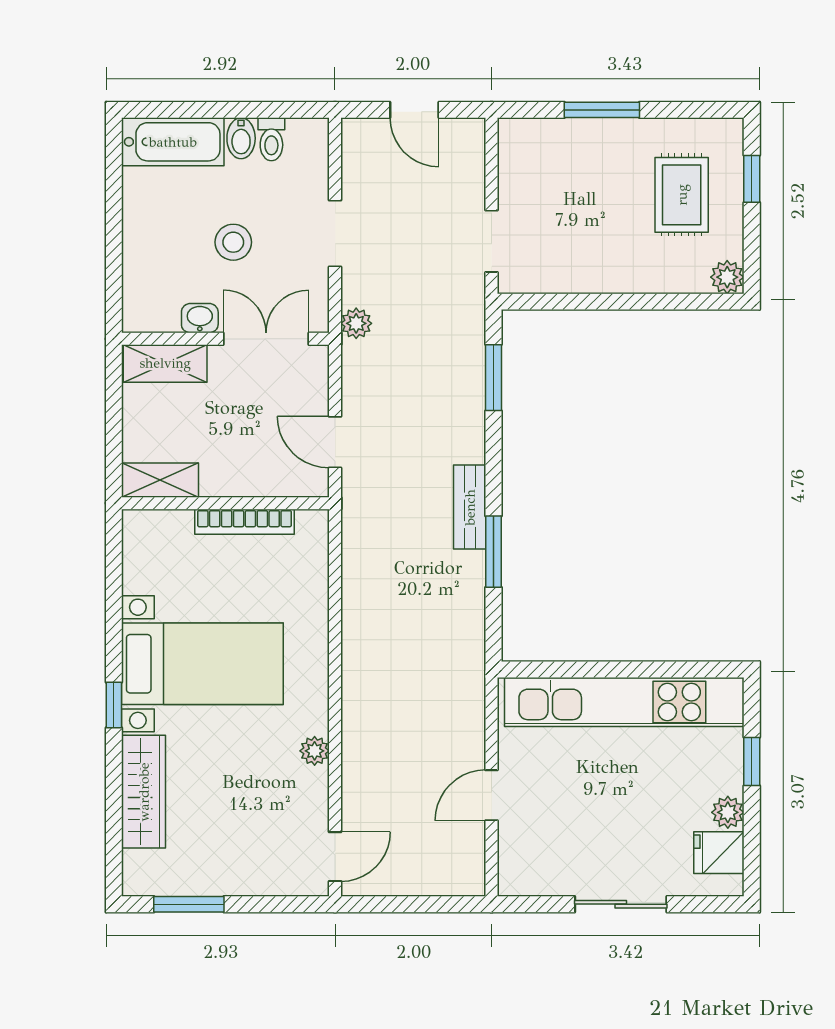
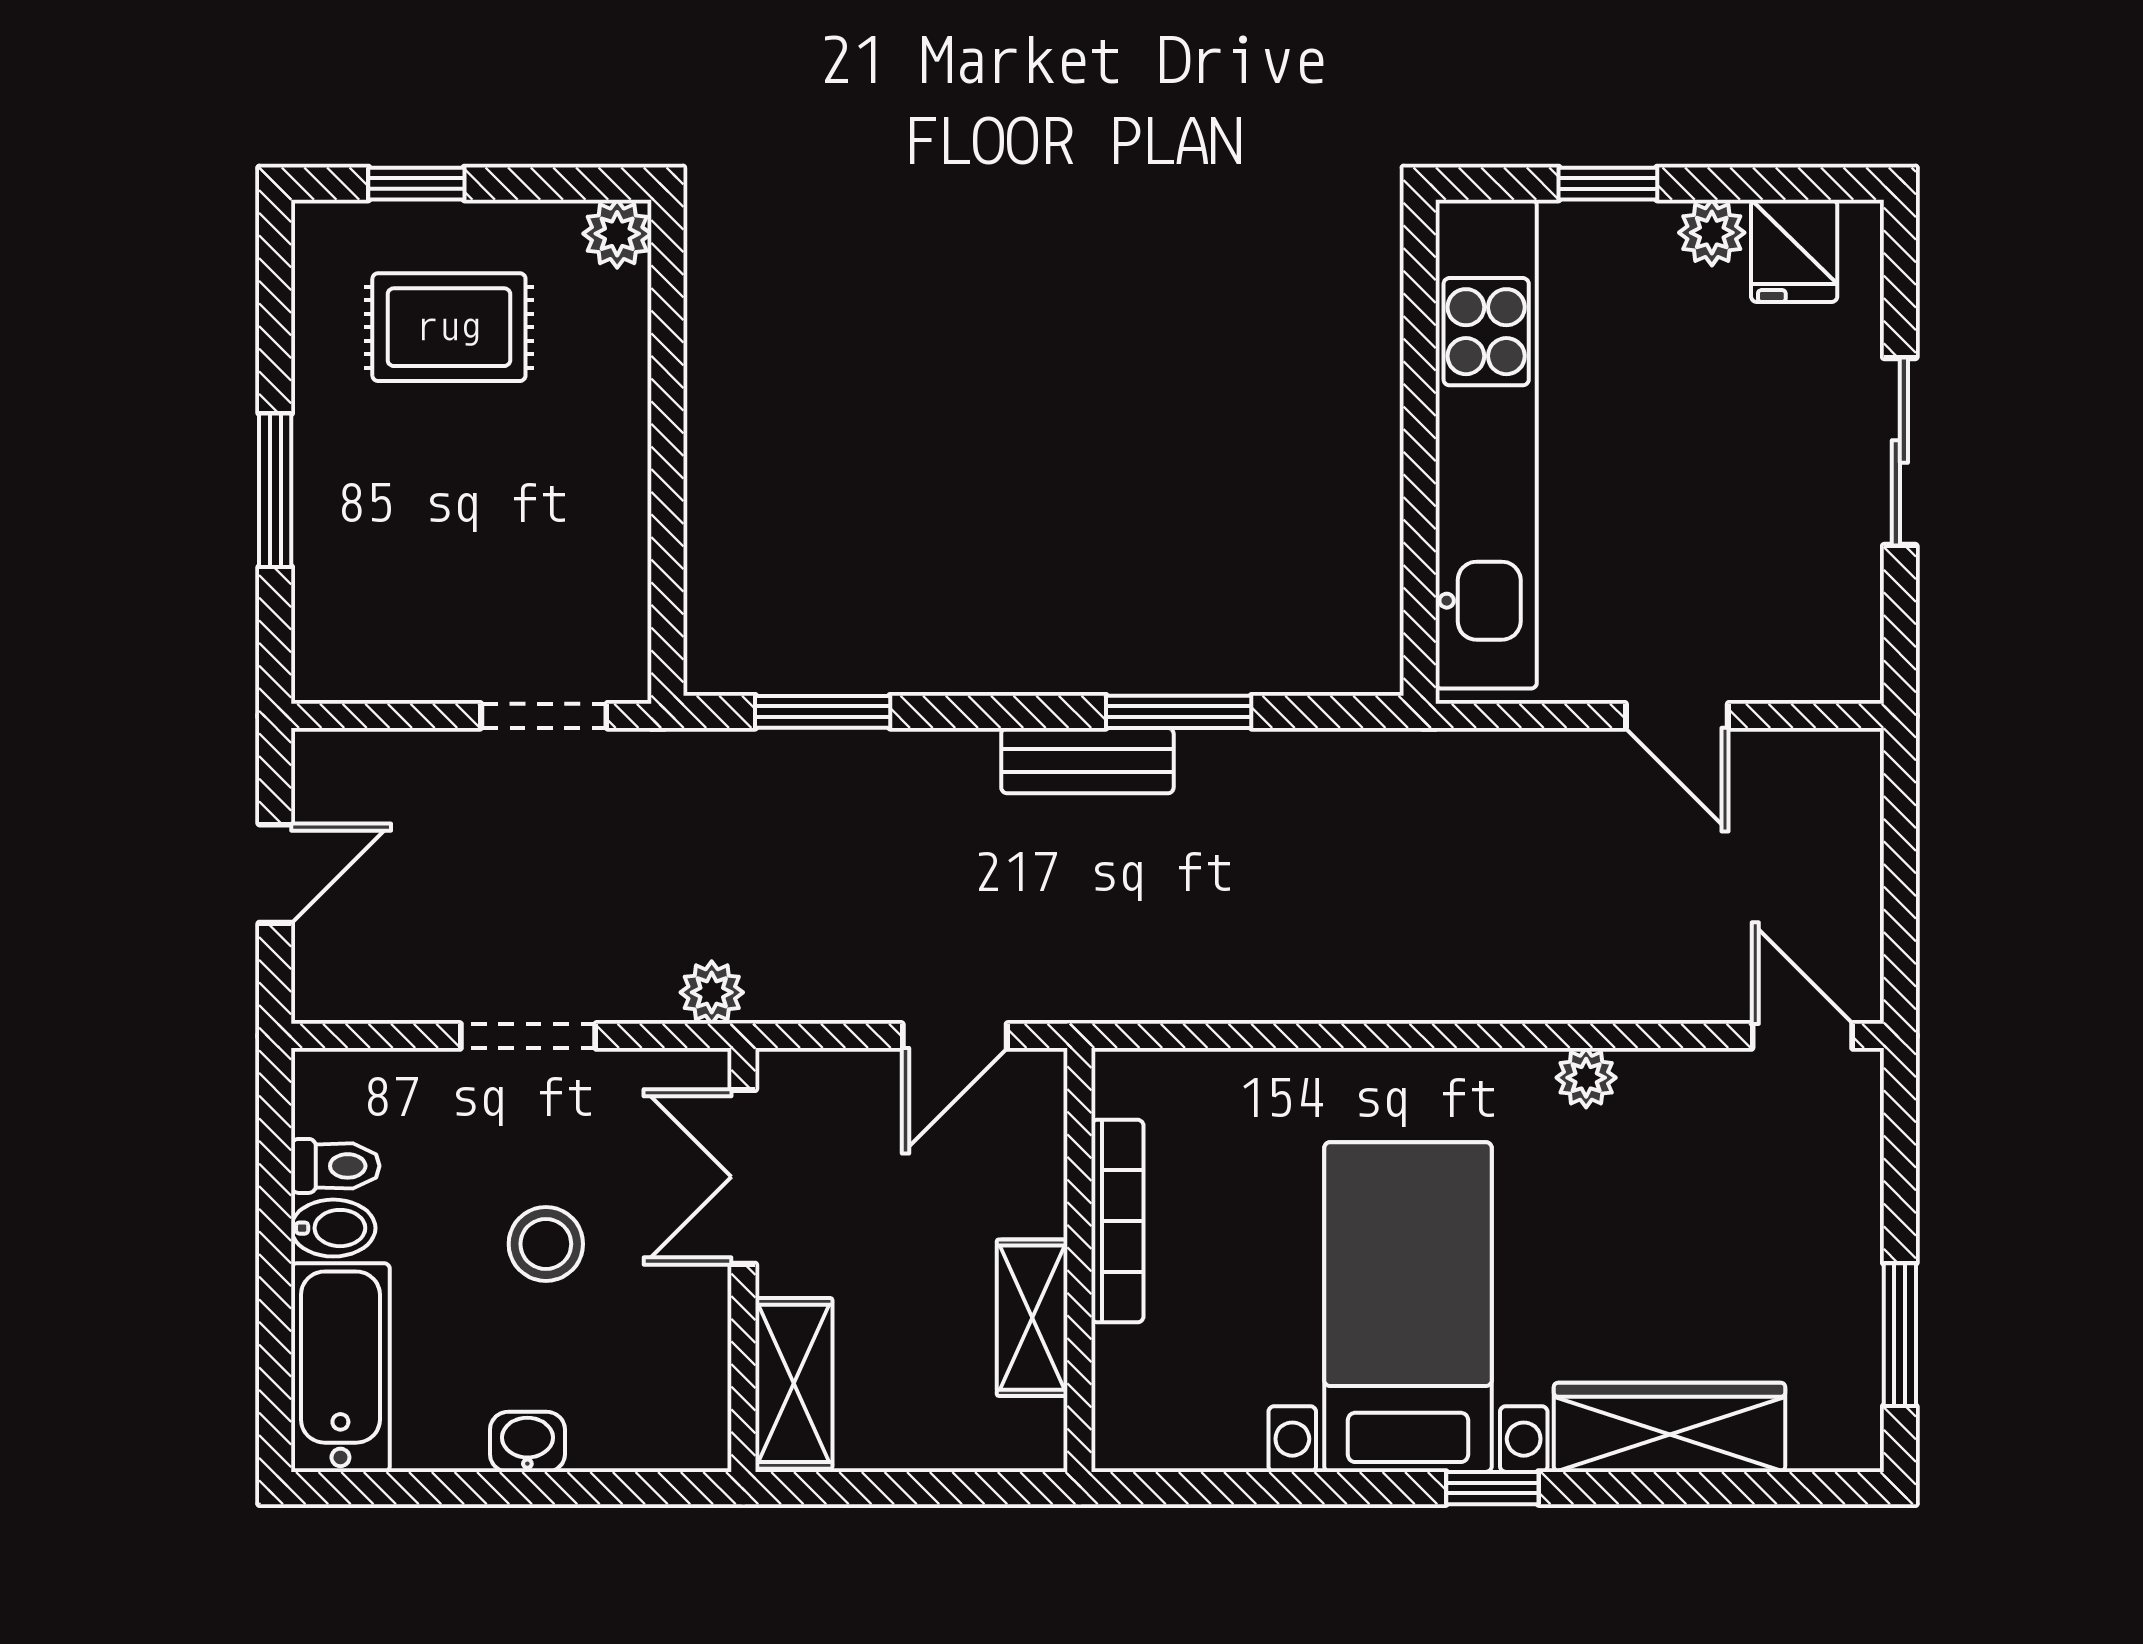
washbasin: (200, 318) -> (527, 1442), moved, turned 90
shelving: (160, 480) -> (1032, 1318), moved

